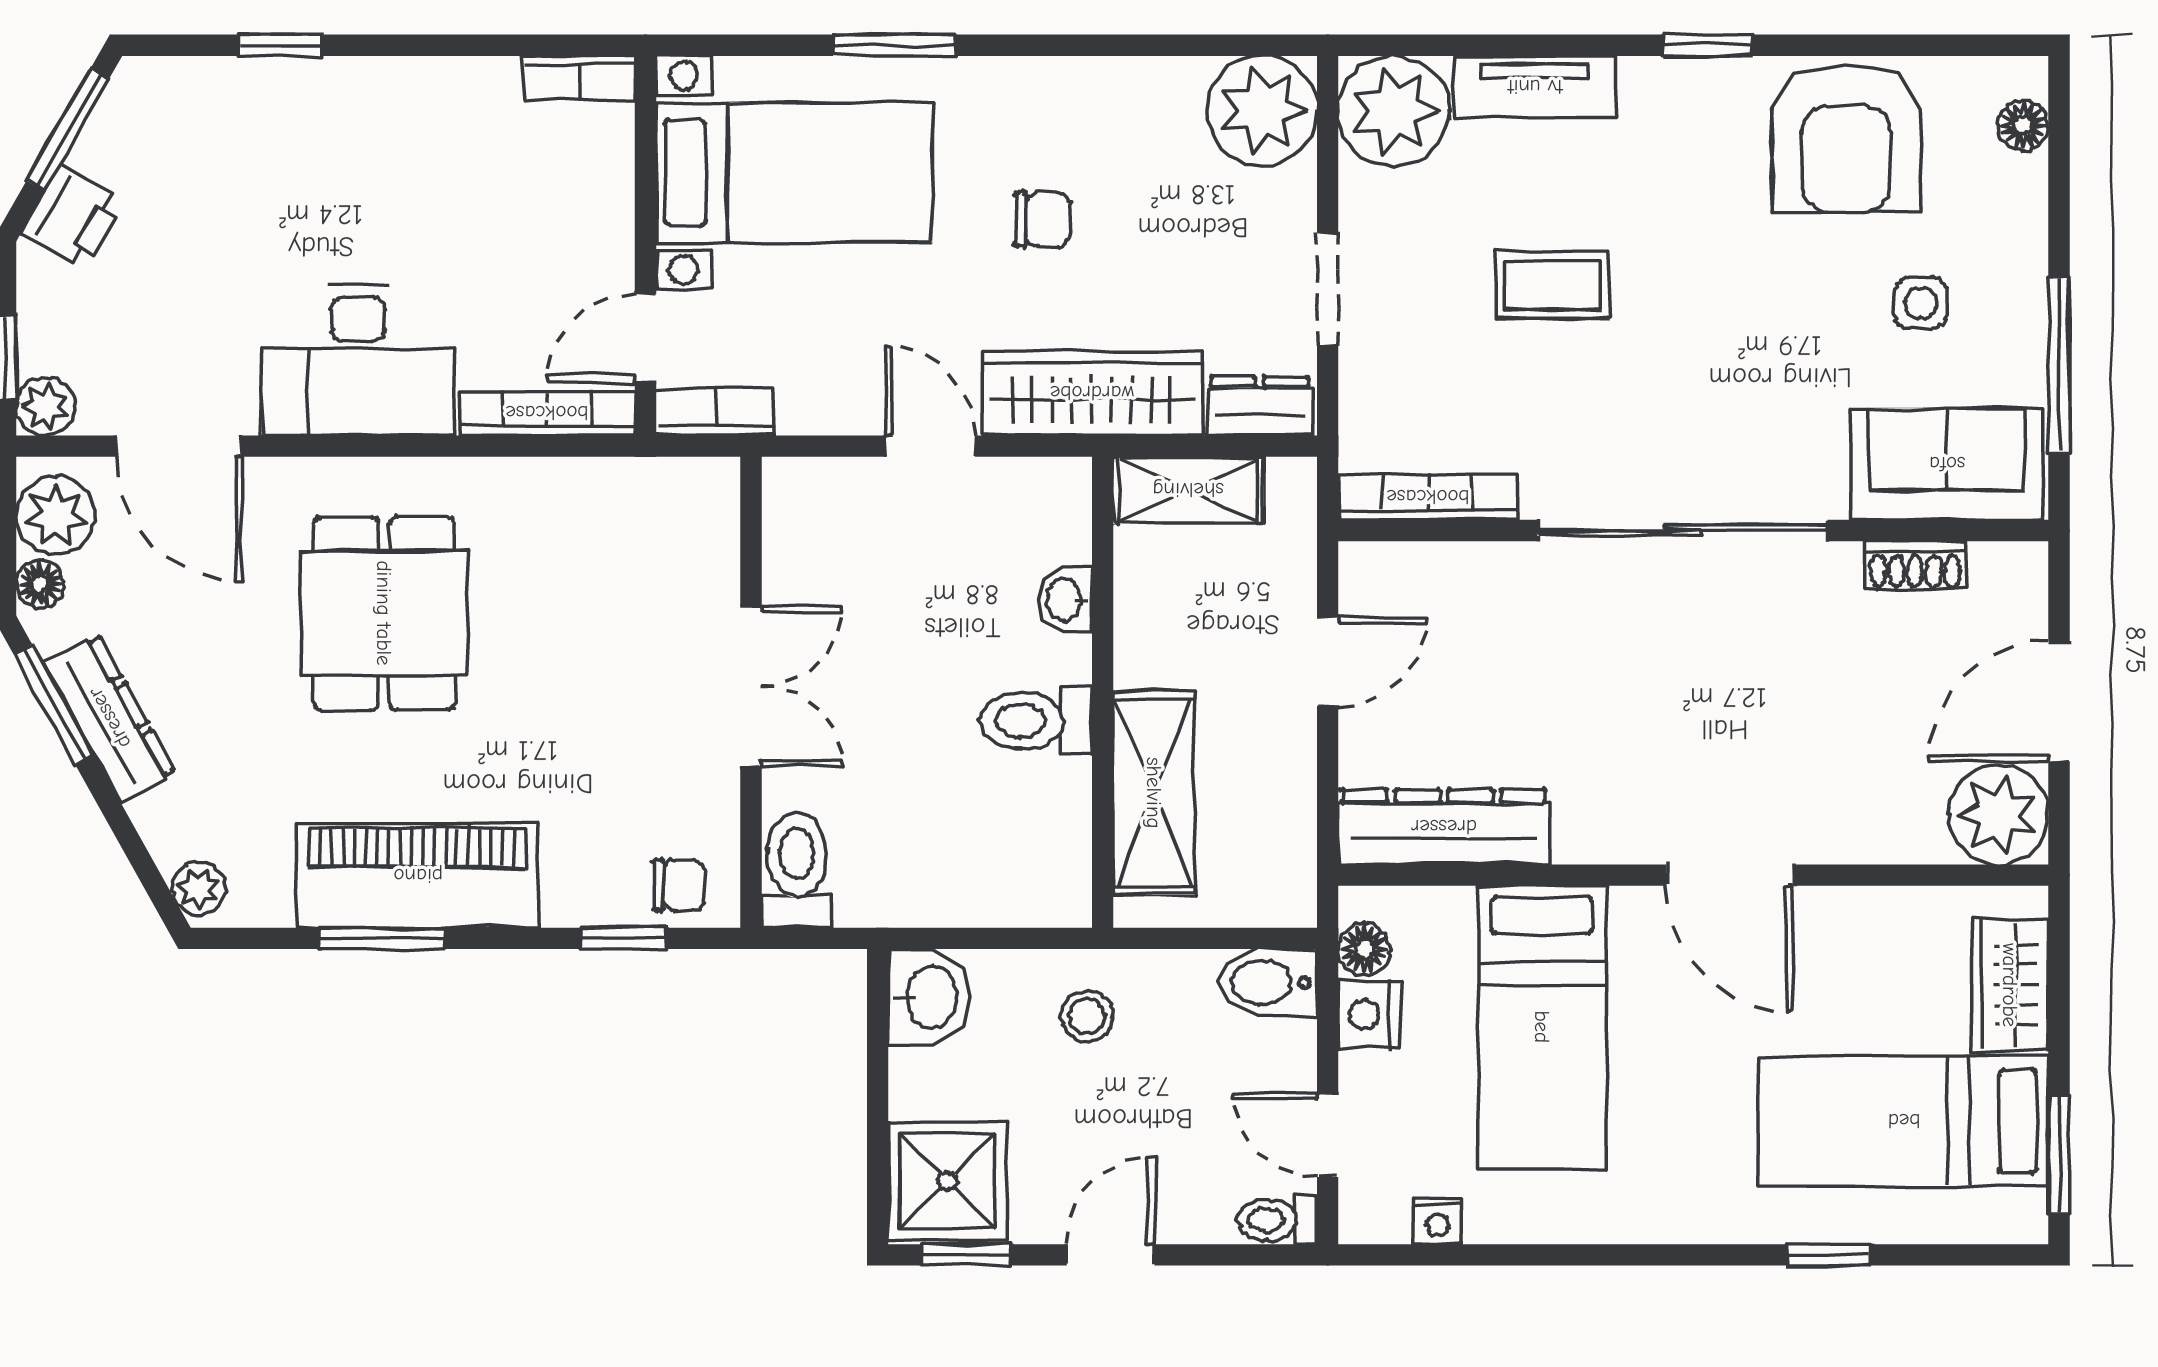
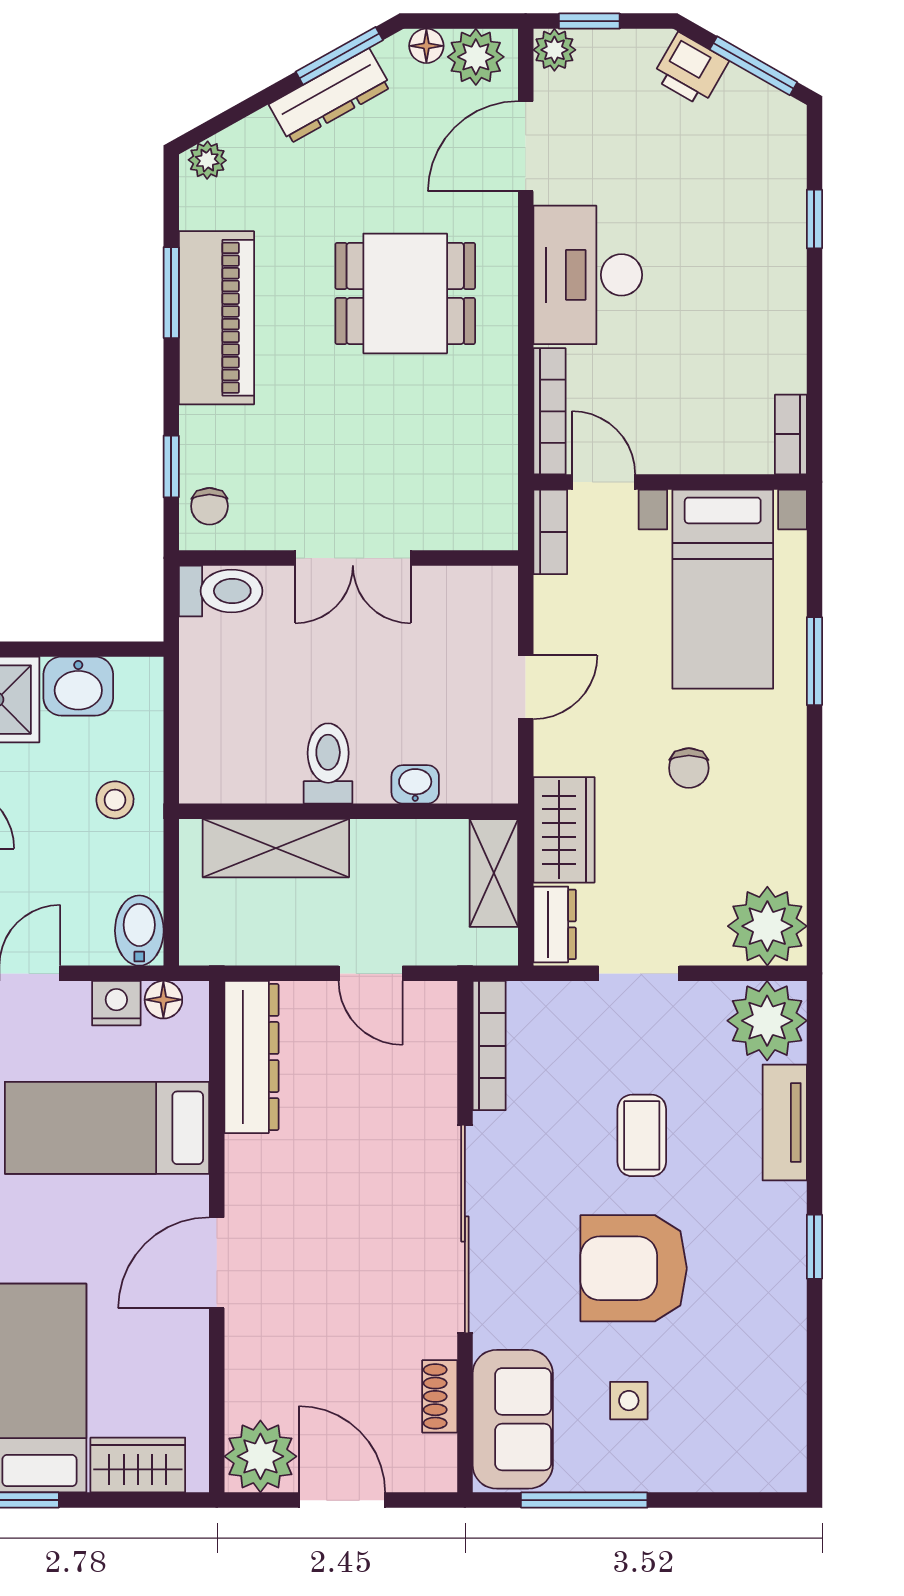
floor lamp: (2023, 125) -> (757, 1474), removed
armchair: (1846, 138) -> (634, 1268), moved
wardrobe: (1092, 393) -> (564, 830), width x0.67
washbasin: (929, 997) -> (78, 686), moved

